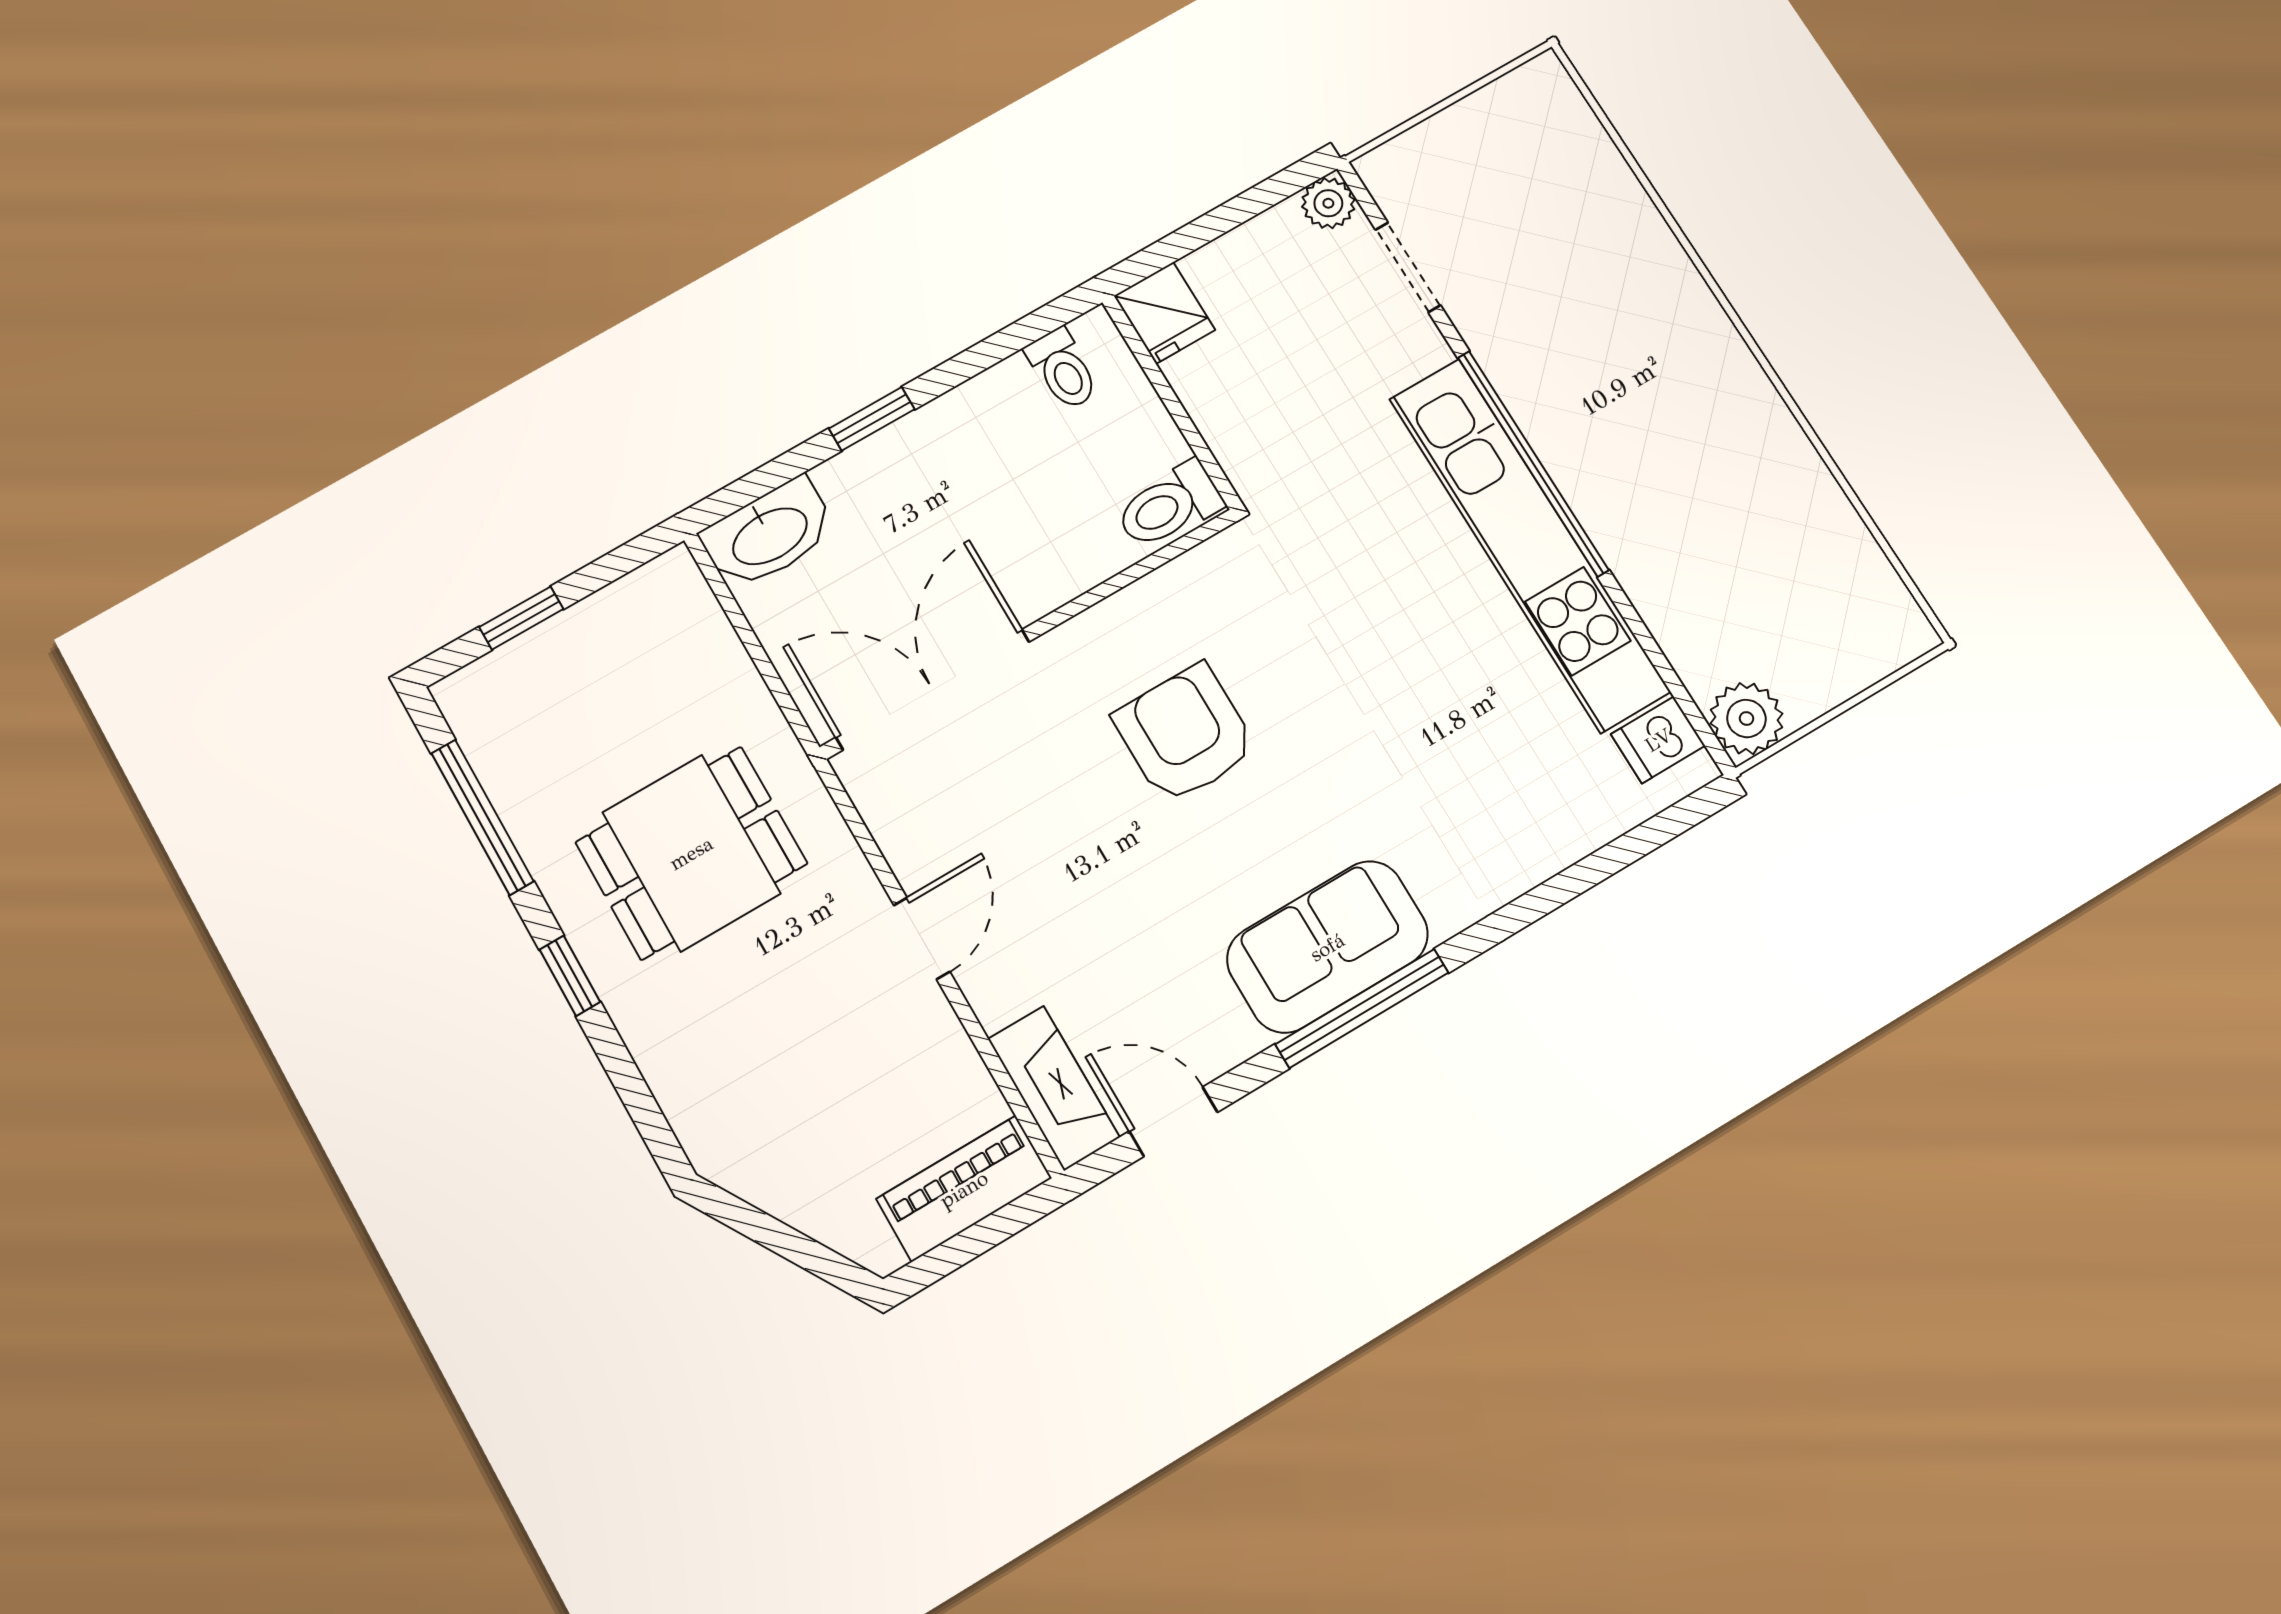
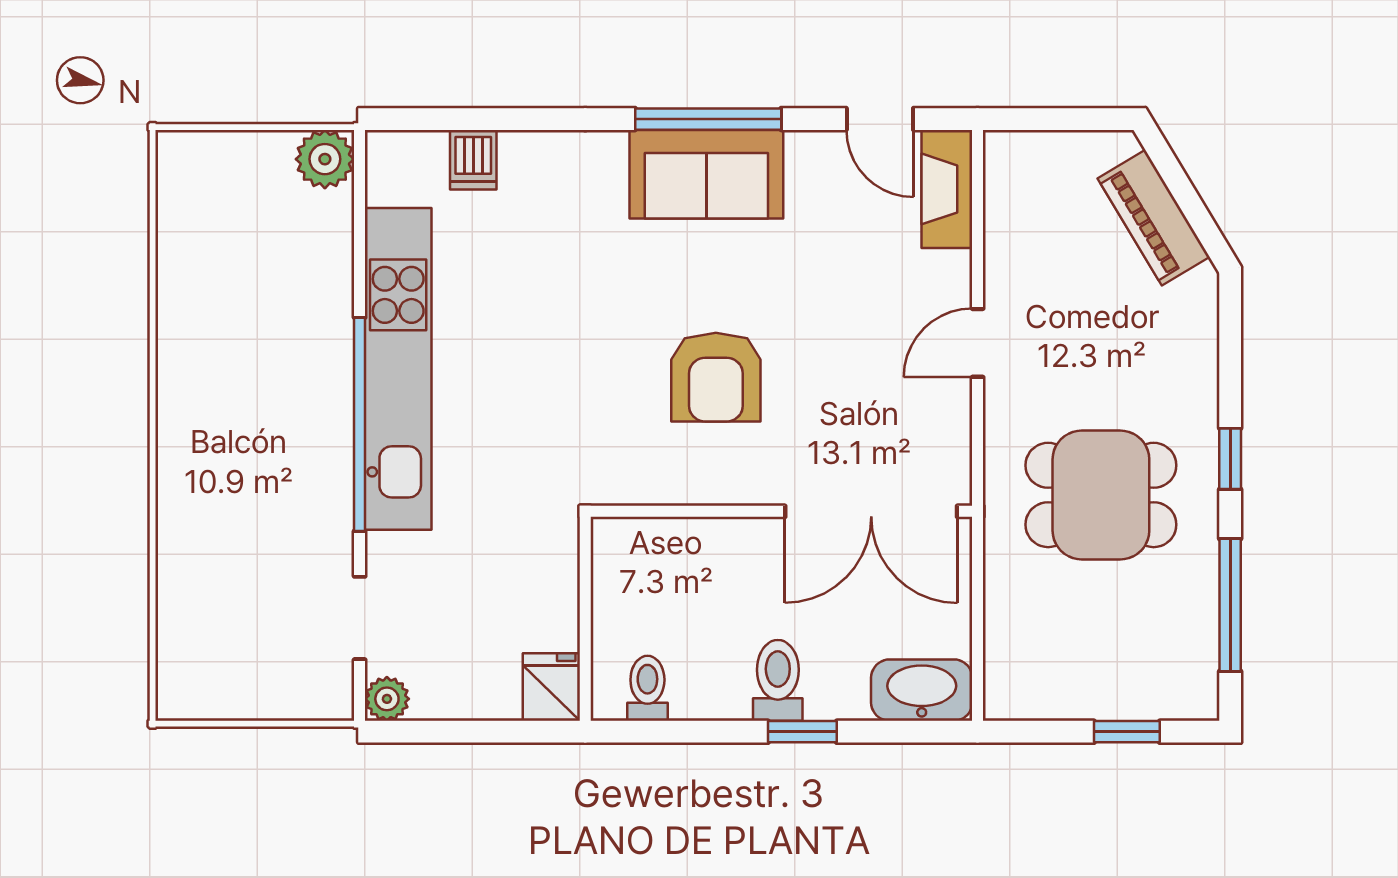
toilet: (1169, 505) -> (778, 680), moved, turned -90
dishwasher: (1658, 740) -> (473, 160), moved, turned 90
piano: (964, 1189) -> (1154, 218), moved, turned 59

